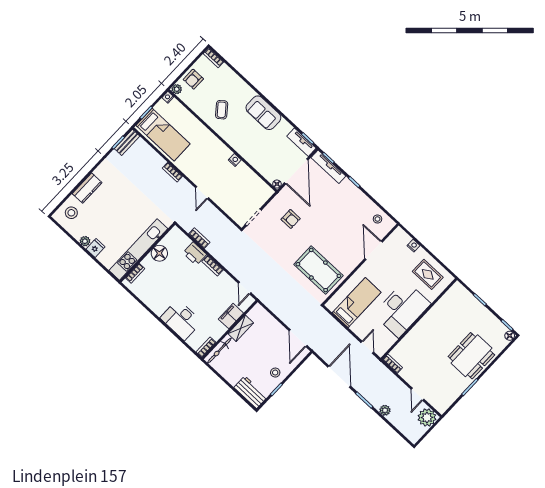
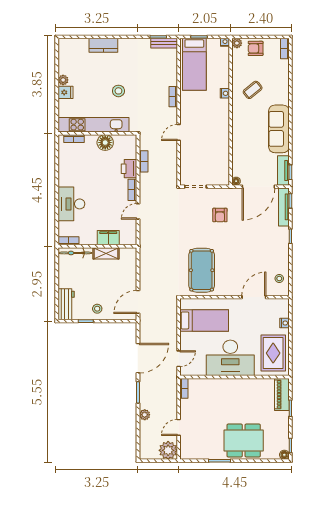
sofa: (263, 113) -> (279, 129), width x1.36
nightstand: (235, 160) -> (225, 93), moved
stool: (71, 213) -> (118, 91), moved
rug: (428, 274) -> (273, 353), width x1.36, depth x1.43
door: (245, 288) -> (138, 211), moved
piano: (464, 296) -> (282, 394), added

